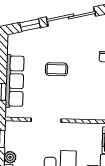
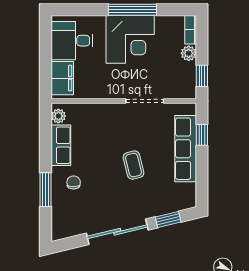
coffee table: (57, 69) -> (133, 165), turned 76

